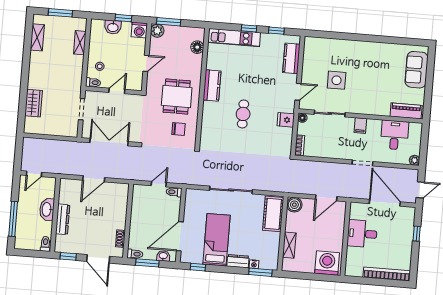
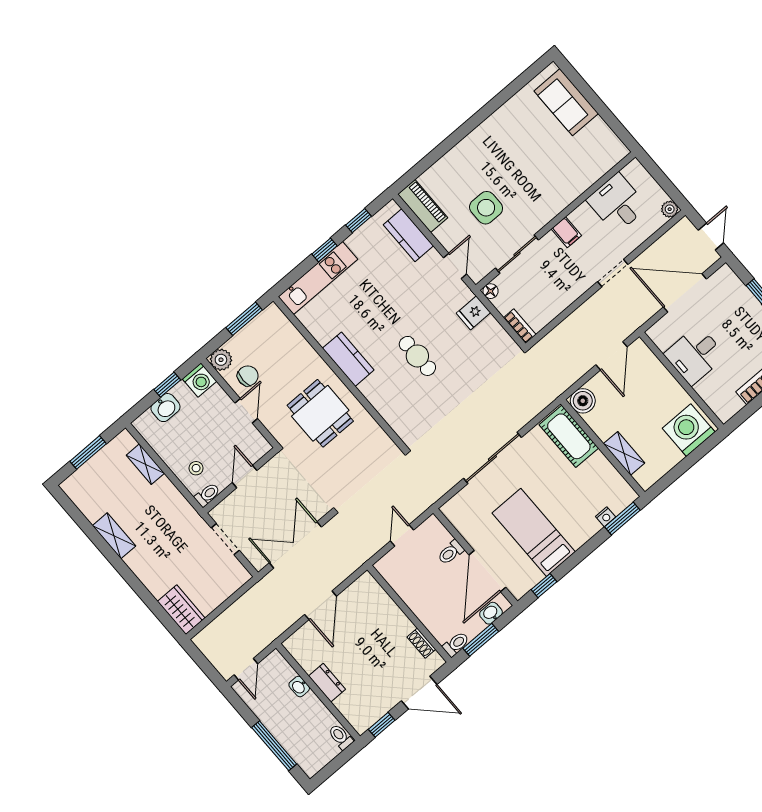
window: (169, 22) -> (244, 319), moved
shelving: (37, 37) -> (114, 536), moved
floor lamp: (197, 47) -> (286, 332), removed
wardrobe: (34, 103) -> (181, 610), moved
piano: (406, 111) -> (423, 206), moved, turned 90
chair: (178, 129) -> (248, 376), moved
toilet: (174, 192) -> (451, 552), moved
washbasin: (47, 209) -> (299, 687), width x0.52, depth x0.69
dresser: (63, 219) -> (327, 683), width x0.70
dresser: (238, 261) -> (583, 532), removed

